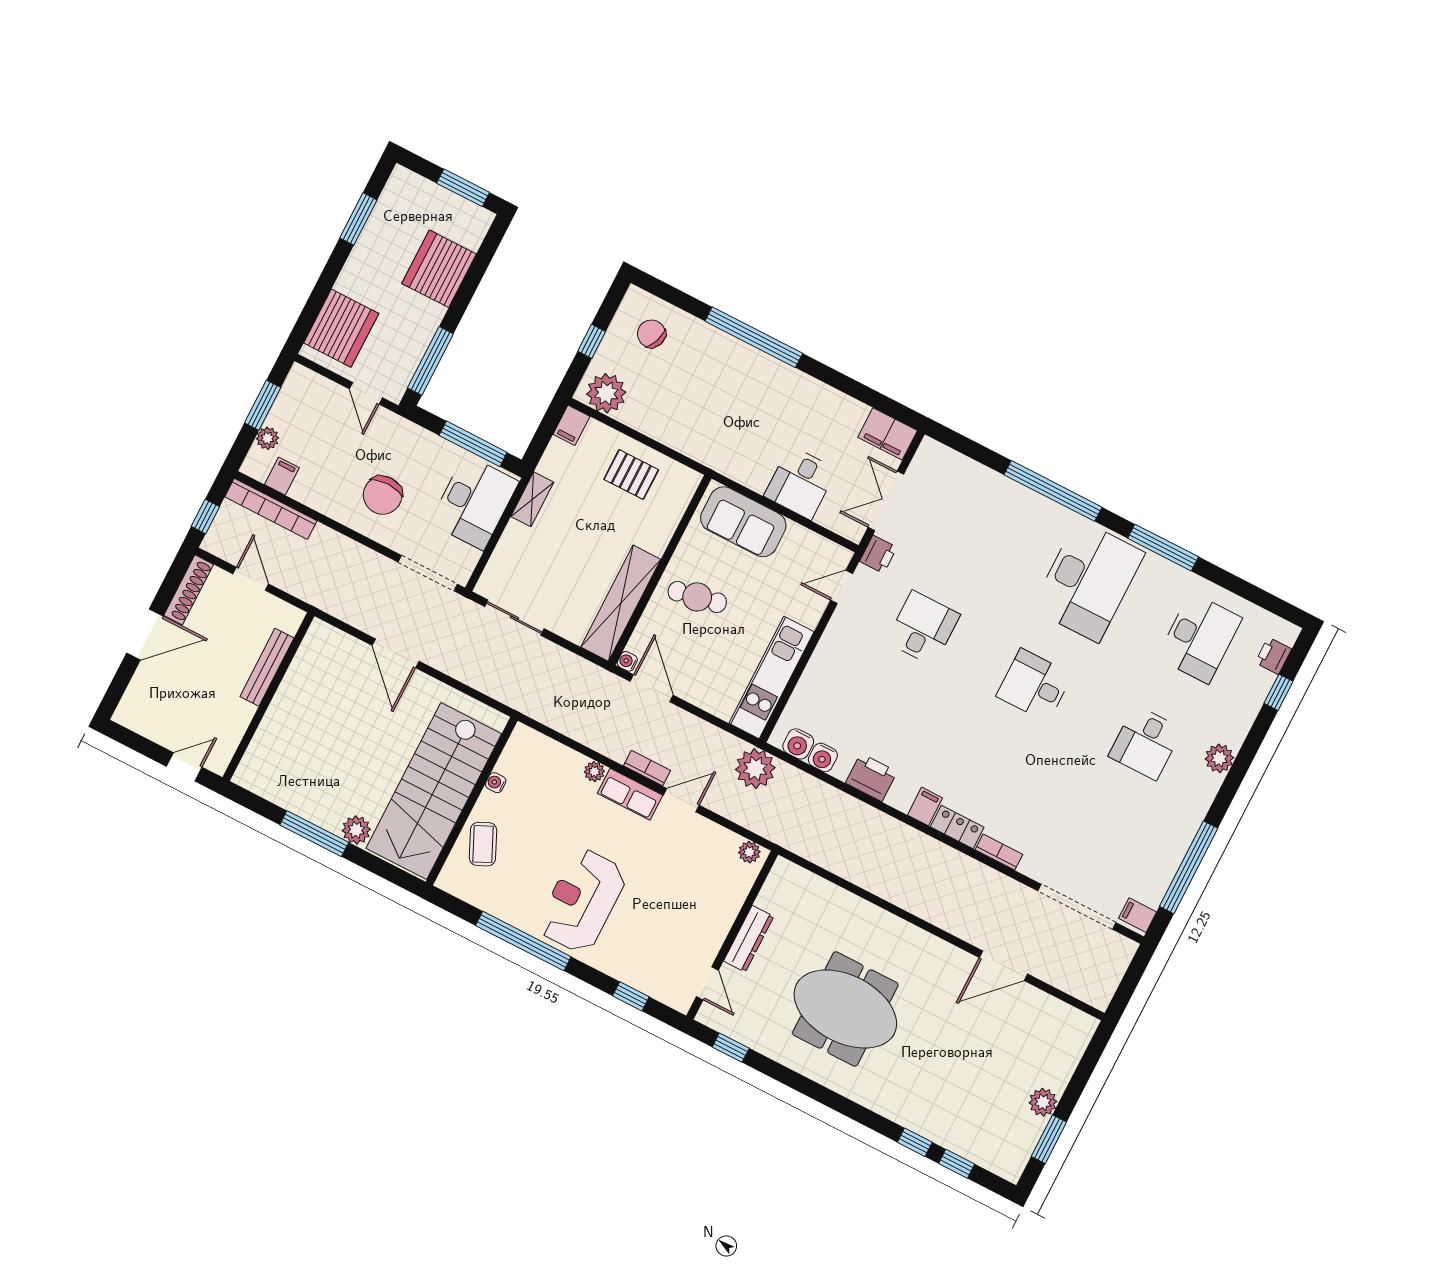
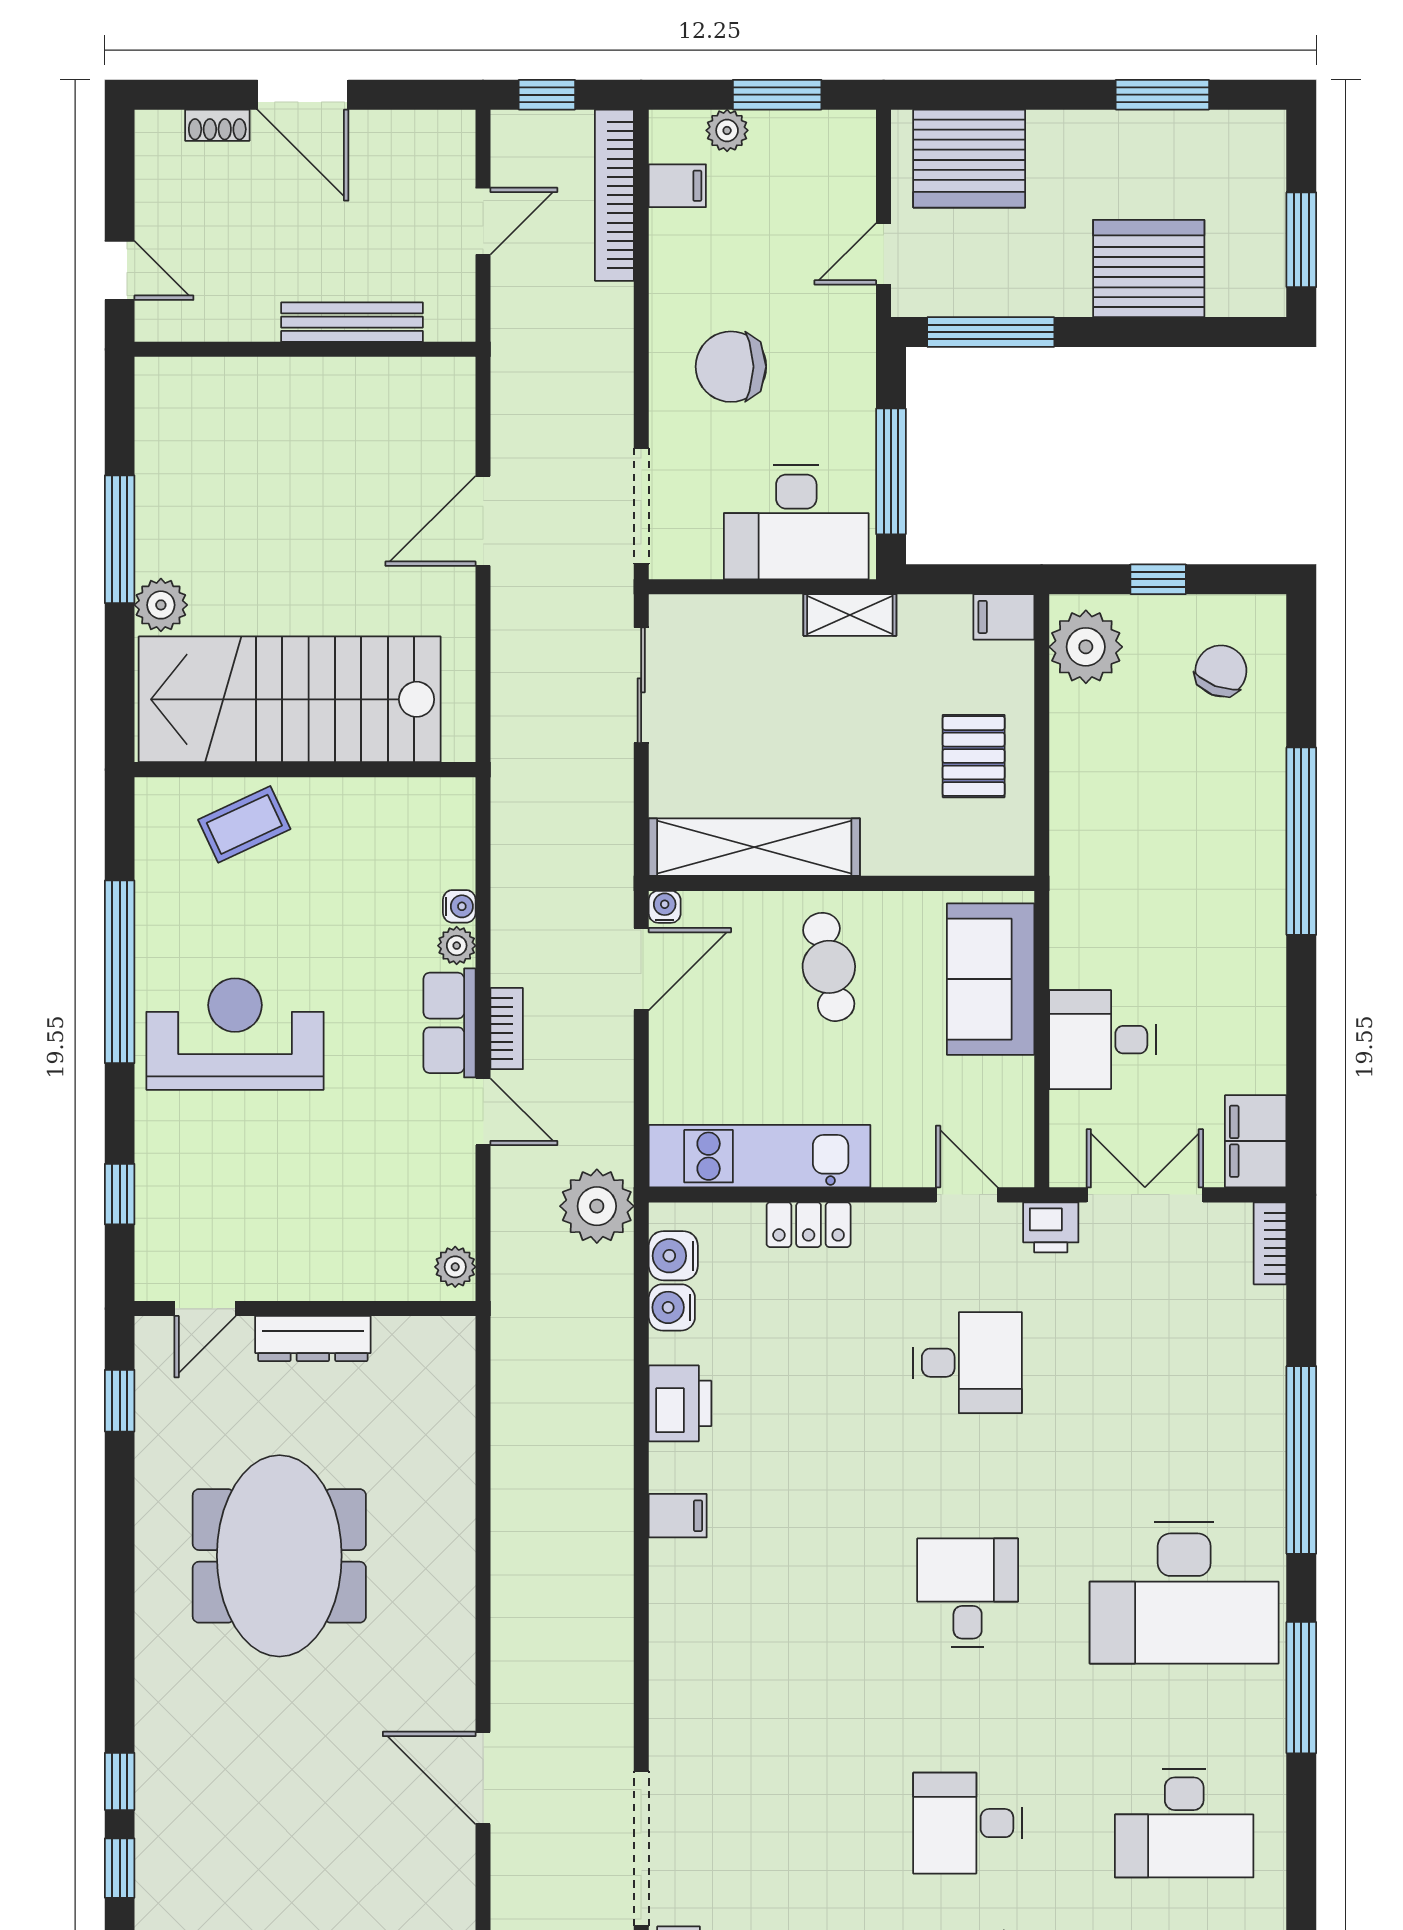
shoe rack: (189, 590) -> (217, 125), moved, width x0.51, depth x0.81
water cooler: (496, 783) -> (459, 906), moved, turned 90
locker: (957, 827) -> (809, 1225), moved, turned 90
bookcase: (999, 852) -> (1270, 1243), moved, turned 180

